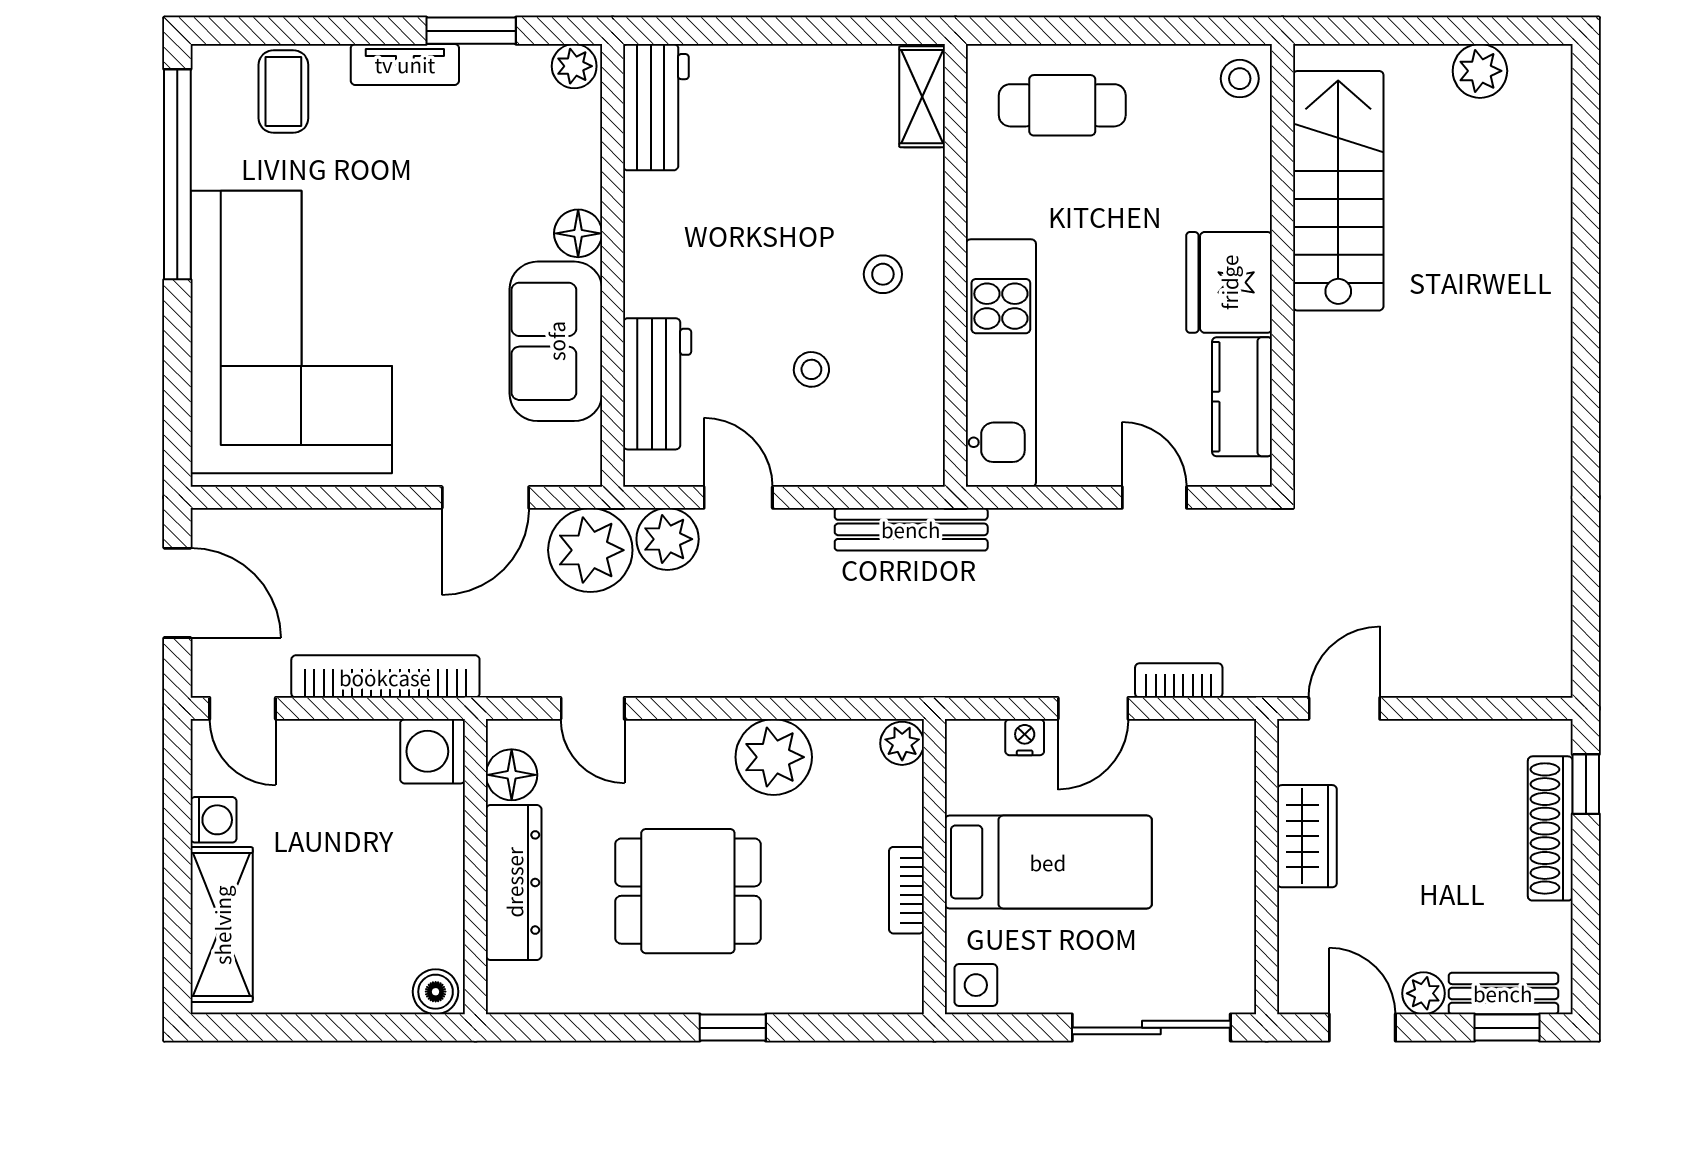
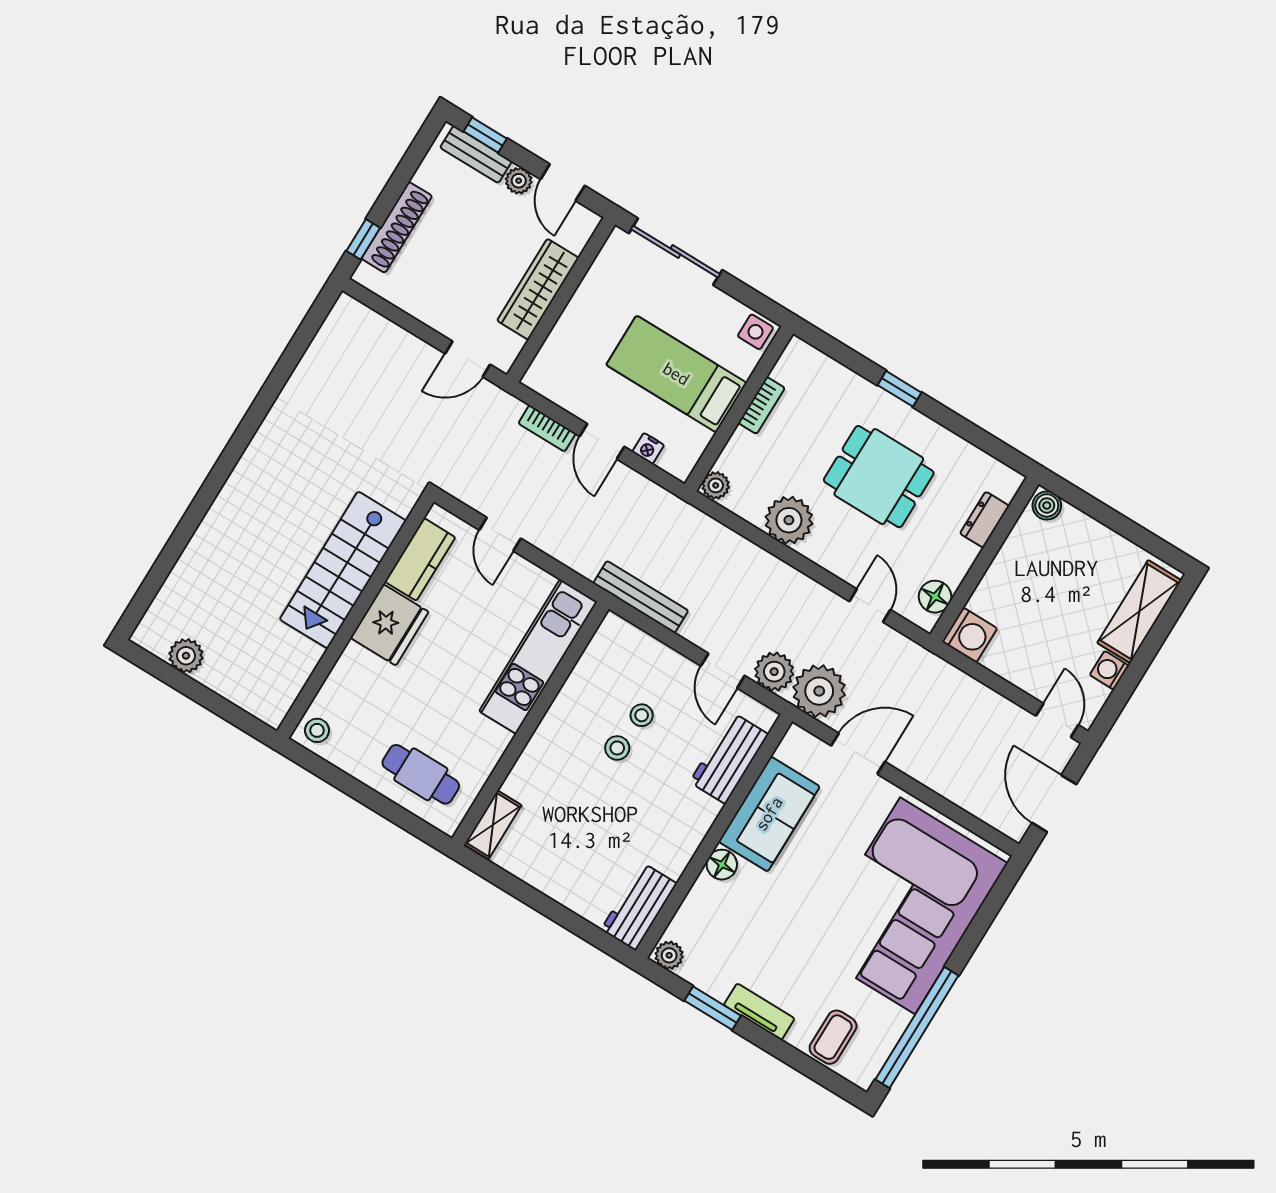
stairs: (1338, 191) -> (343, 570), moved
stool: (883, 274) -> (617, 748), moved
bookcase: (385, 677) -> (970, 691), removed
door: (1093, 708) -> (602, 441), swing flipped
wardrobe: (1307, 836) -> (538, 289), width x1.50
dresser: (514, 882) -> (985, 520), width x0.51, depth x0.80

